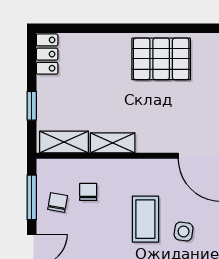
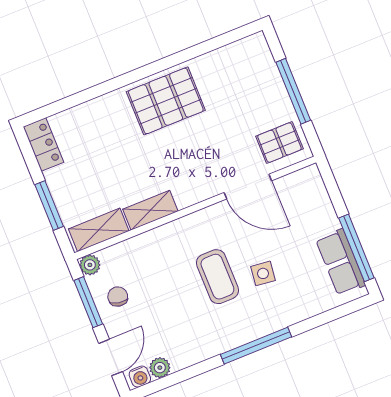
window: (32, 106) -> (49, 205), width x1.50
plant: (45, 168) -> (90, 265), added
chair: (88, 192) -> (146, 272), removed

